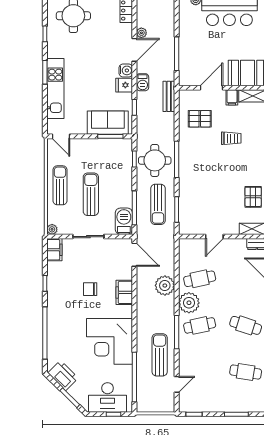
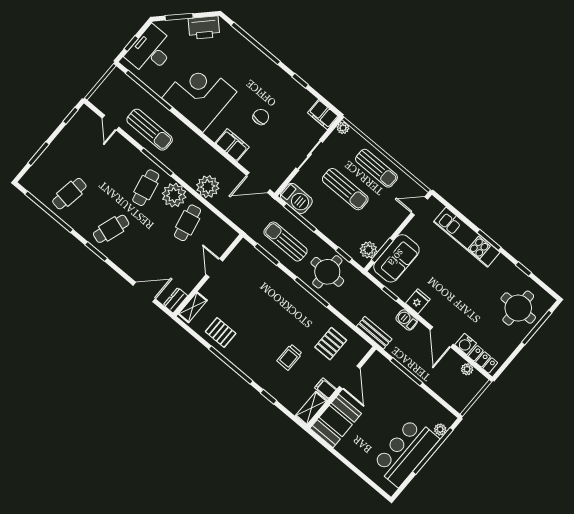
plant: (141, 33) -> (467, 369), moved
water cooler: (126, 70) -> (466, 344), moved
plant: (118, 146) -> (368, 250), added

